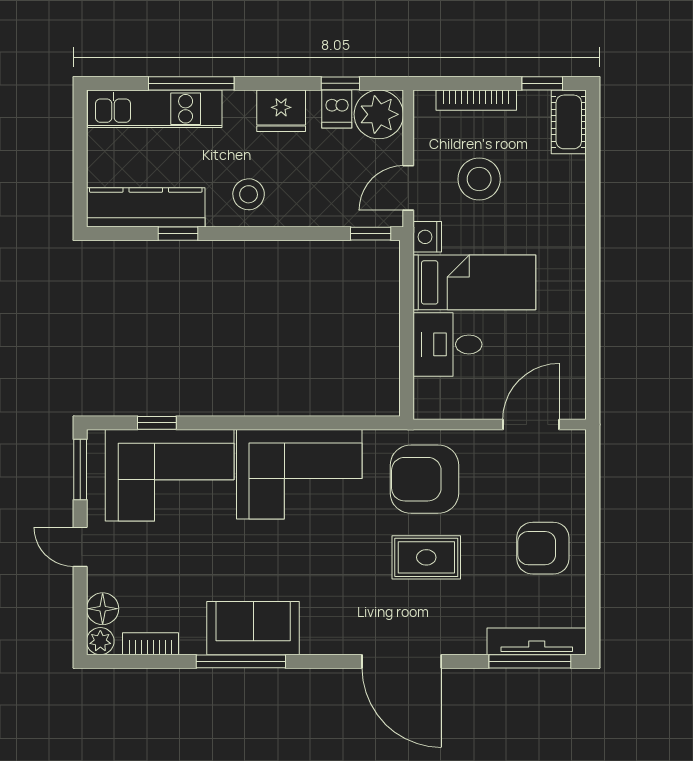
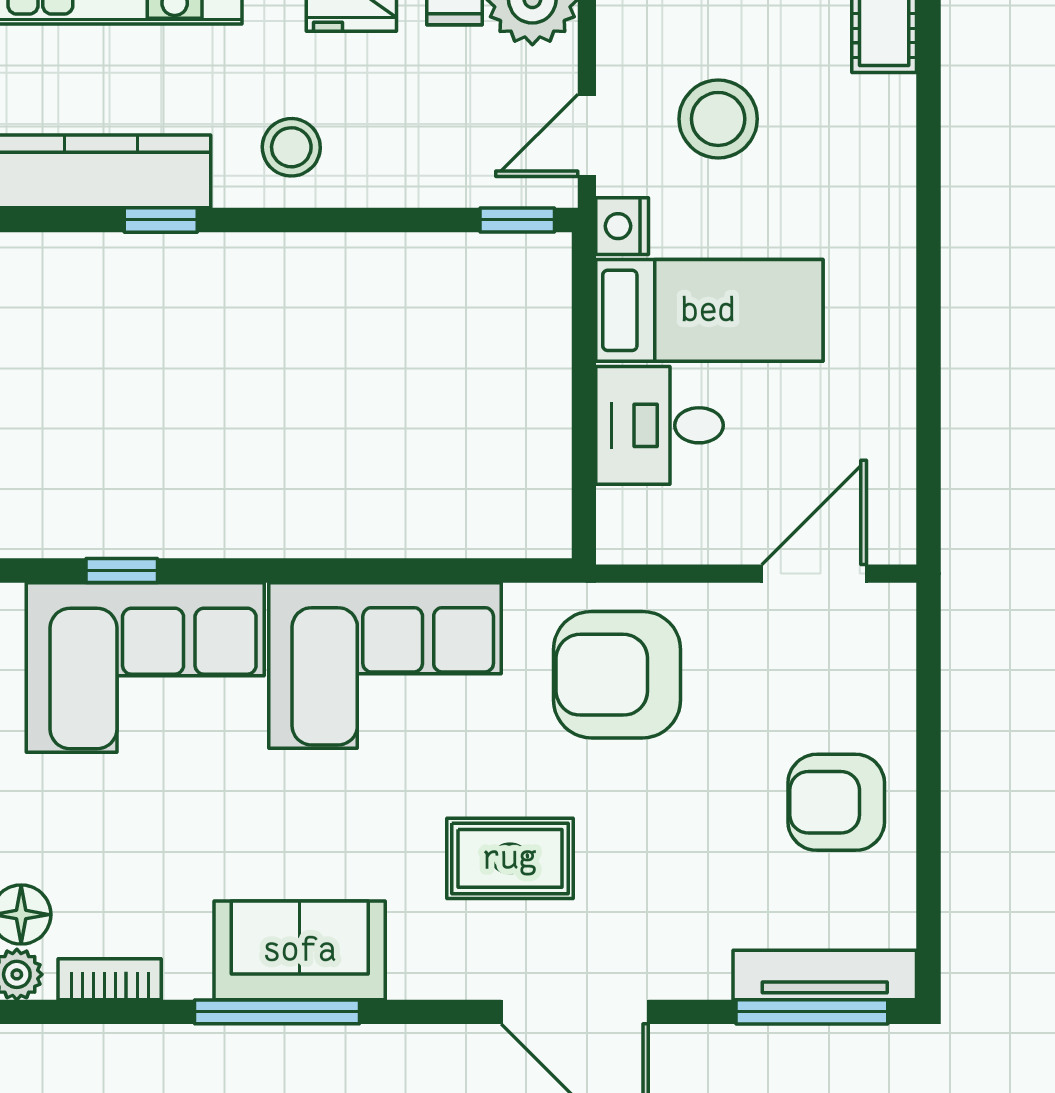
rug: (426, 557) -> (510, 858), moved

